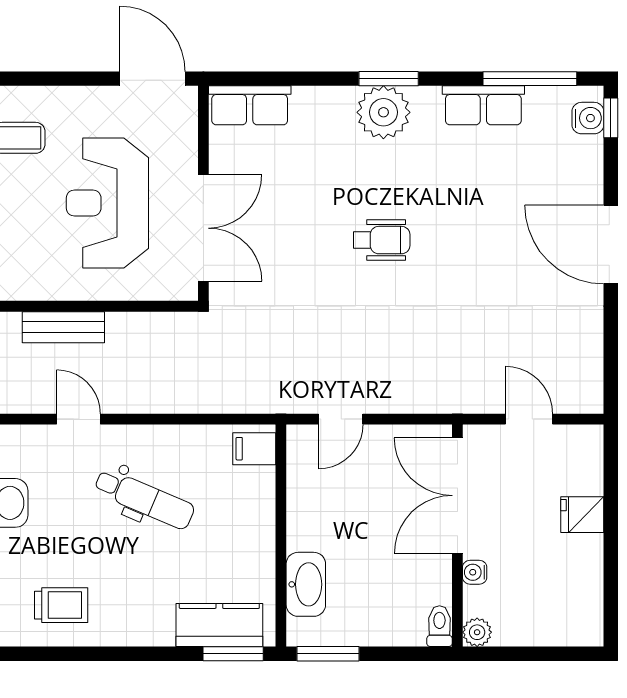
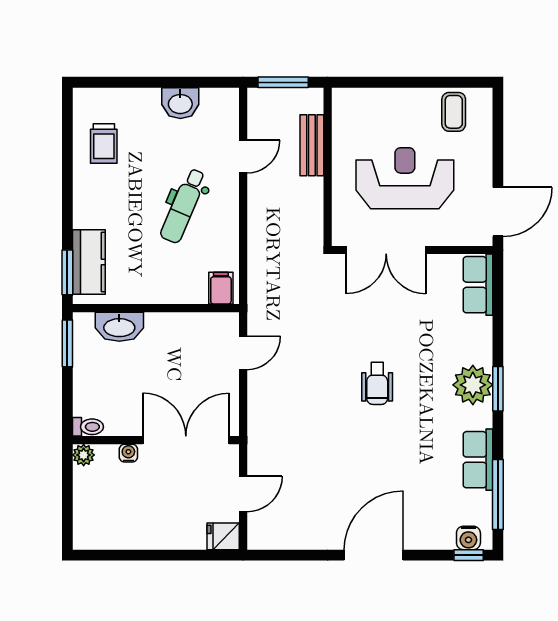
door: (341, 419) -> (243, 353), swing flipped
fridge: (582, 515) -> (223, 536), moved, turned -90

